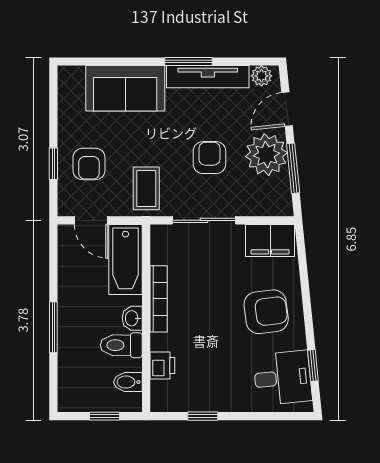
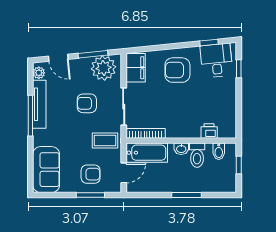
window: (189, 61) -> (30, 116), width x1.44
sofa: (125, 88) -> (46, 170), moved
plant: (266, 155) -> (103, 68), moved
window: (53, 164) -> (90, 195), width x1.50
bookcase: (159, 299) -> (146, 133), moved
armchair: (266, 312) -> (177, 70), turned -83
window: (203, 416) -> (239, 69), moved

